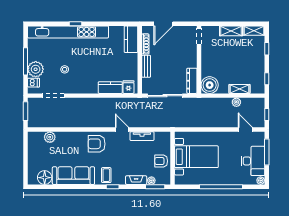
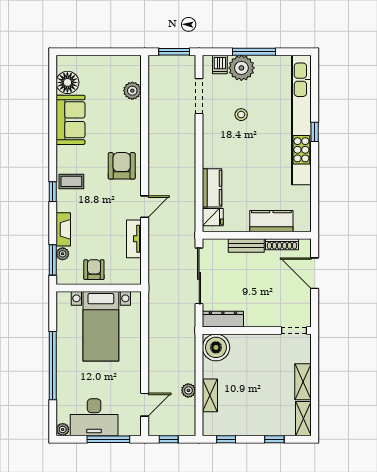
kitchen counter: (131, 39) -> (271, 221), moved
sofa: (73, 176) -> (71, 120), width x0.73

